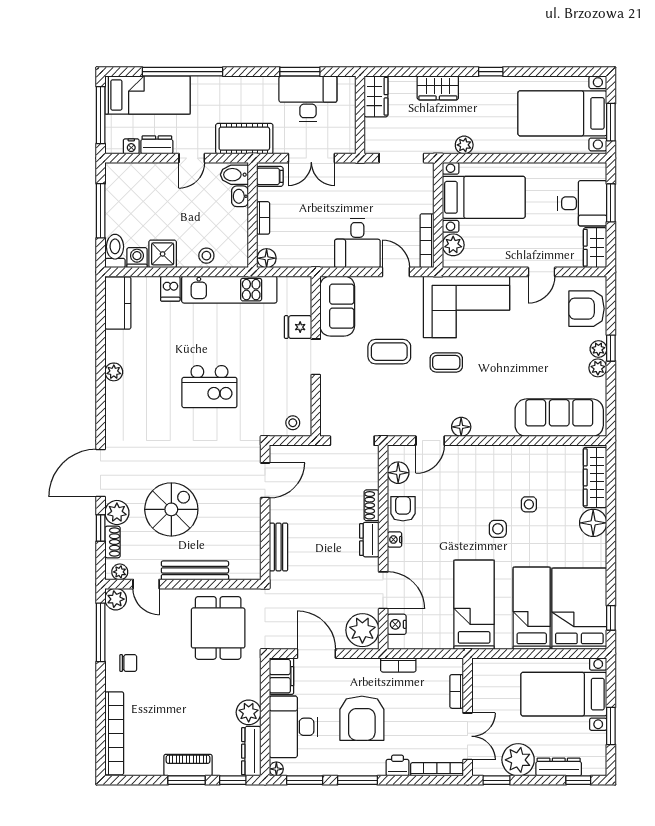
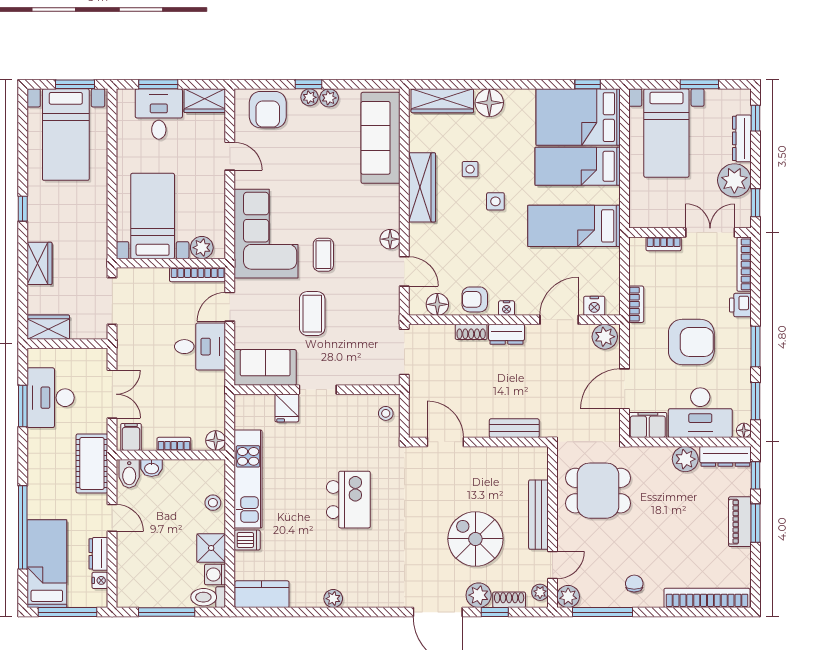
plant: (464, 145) -> (99, 236), removed
wardrobe: (511, 458) -> (422, 187), added
plant: (362, 630) -> (605, 337), width x0.73, depth x0.73

